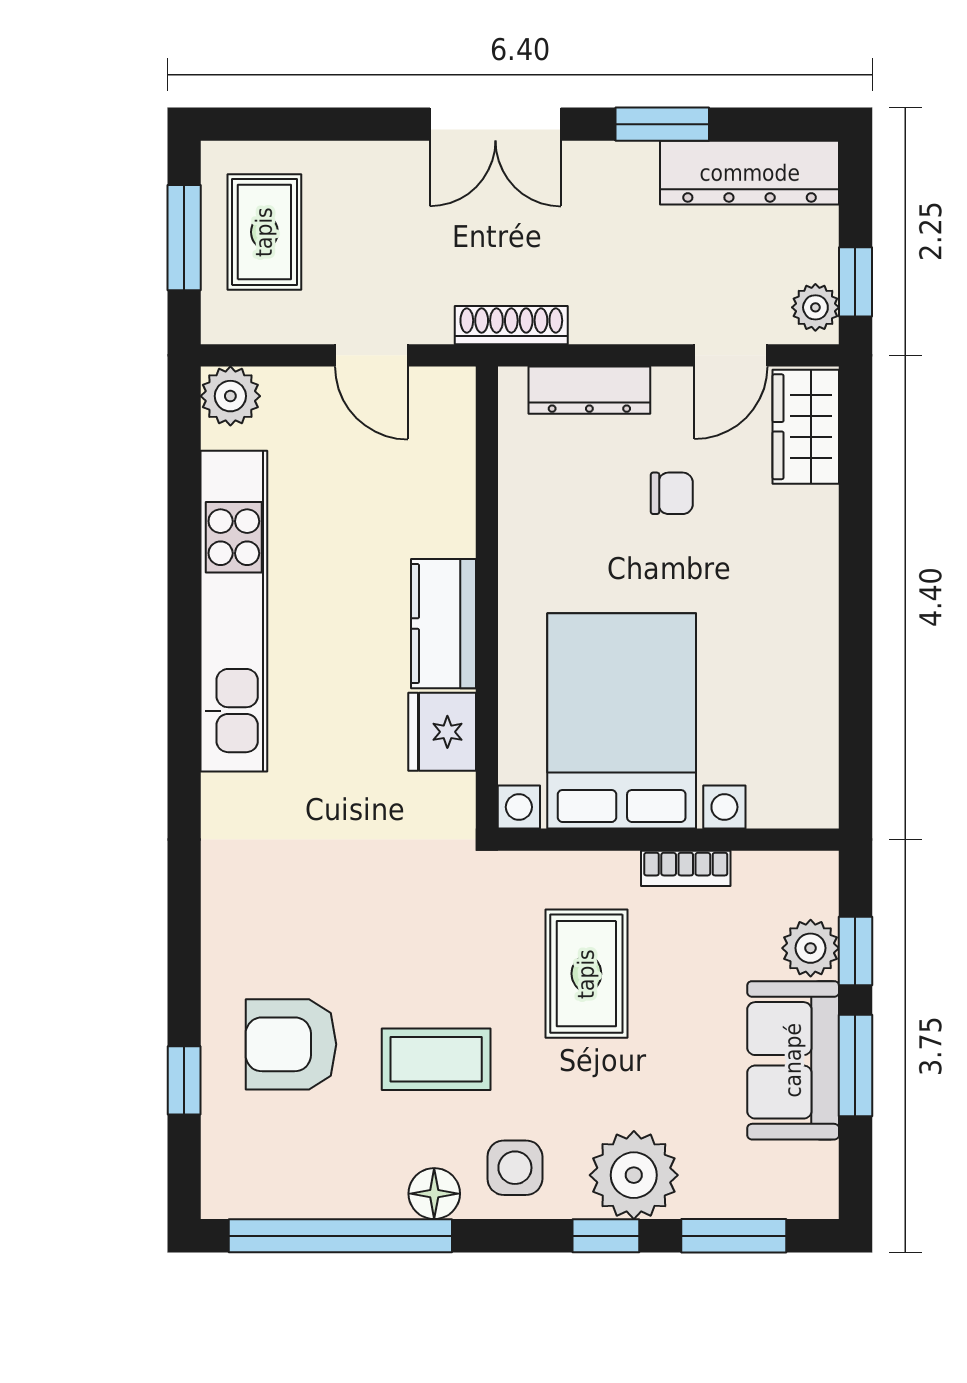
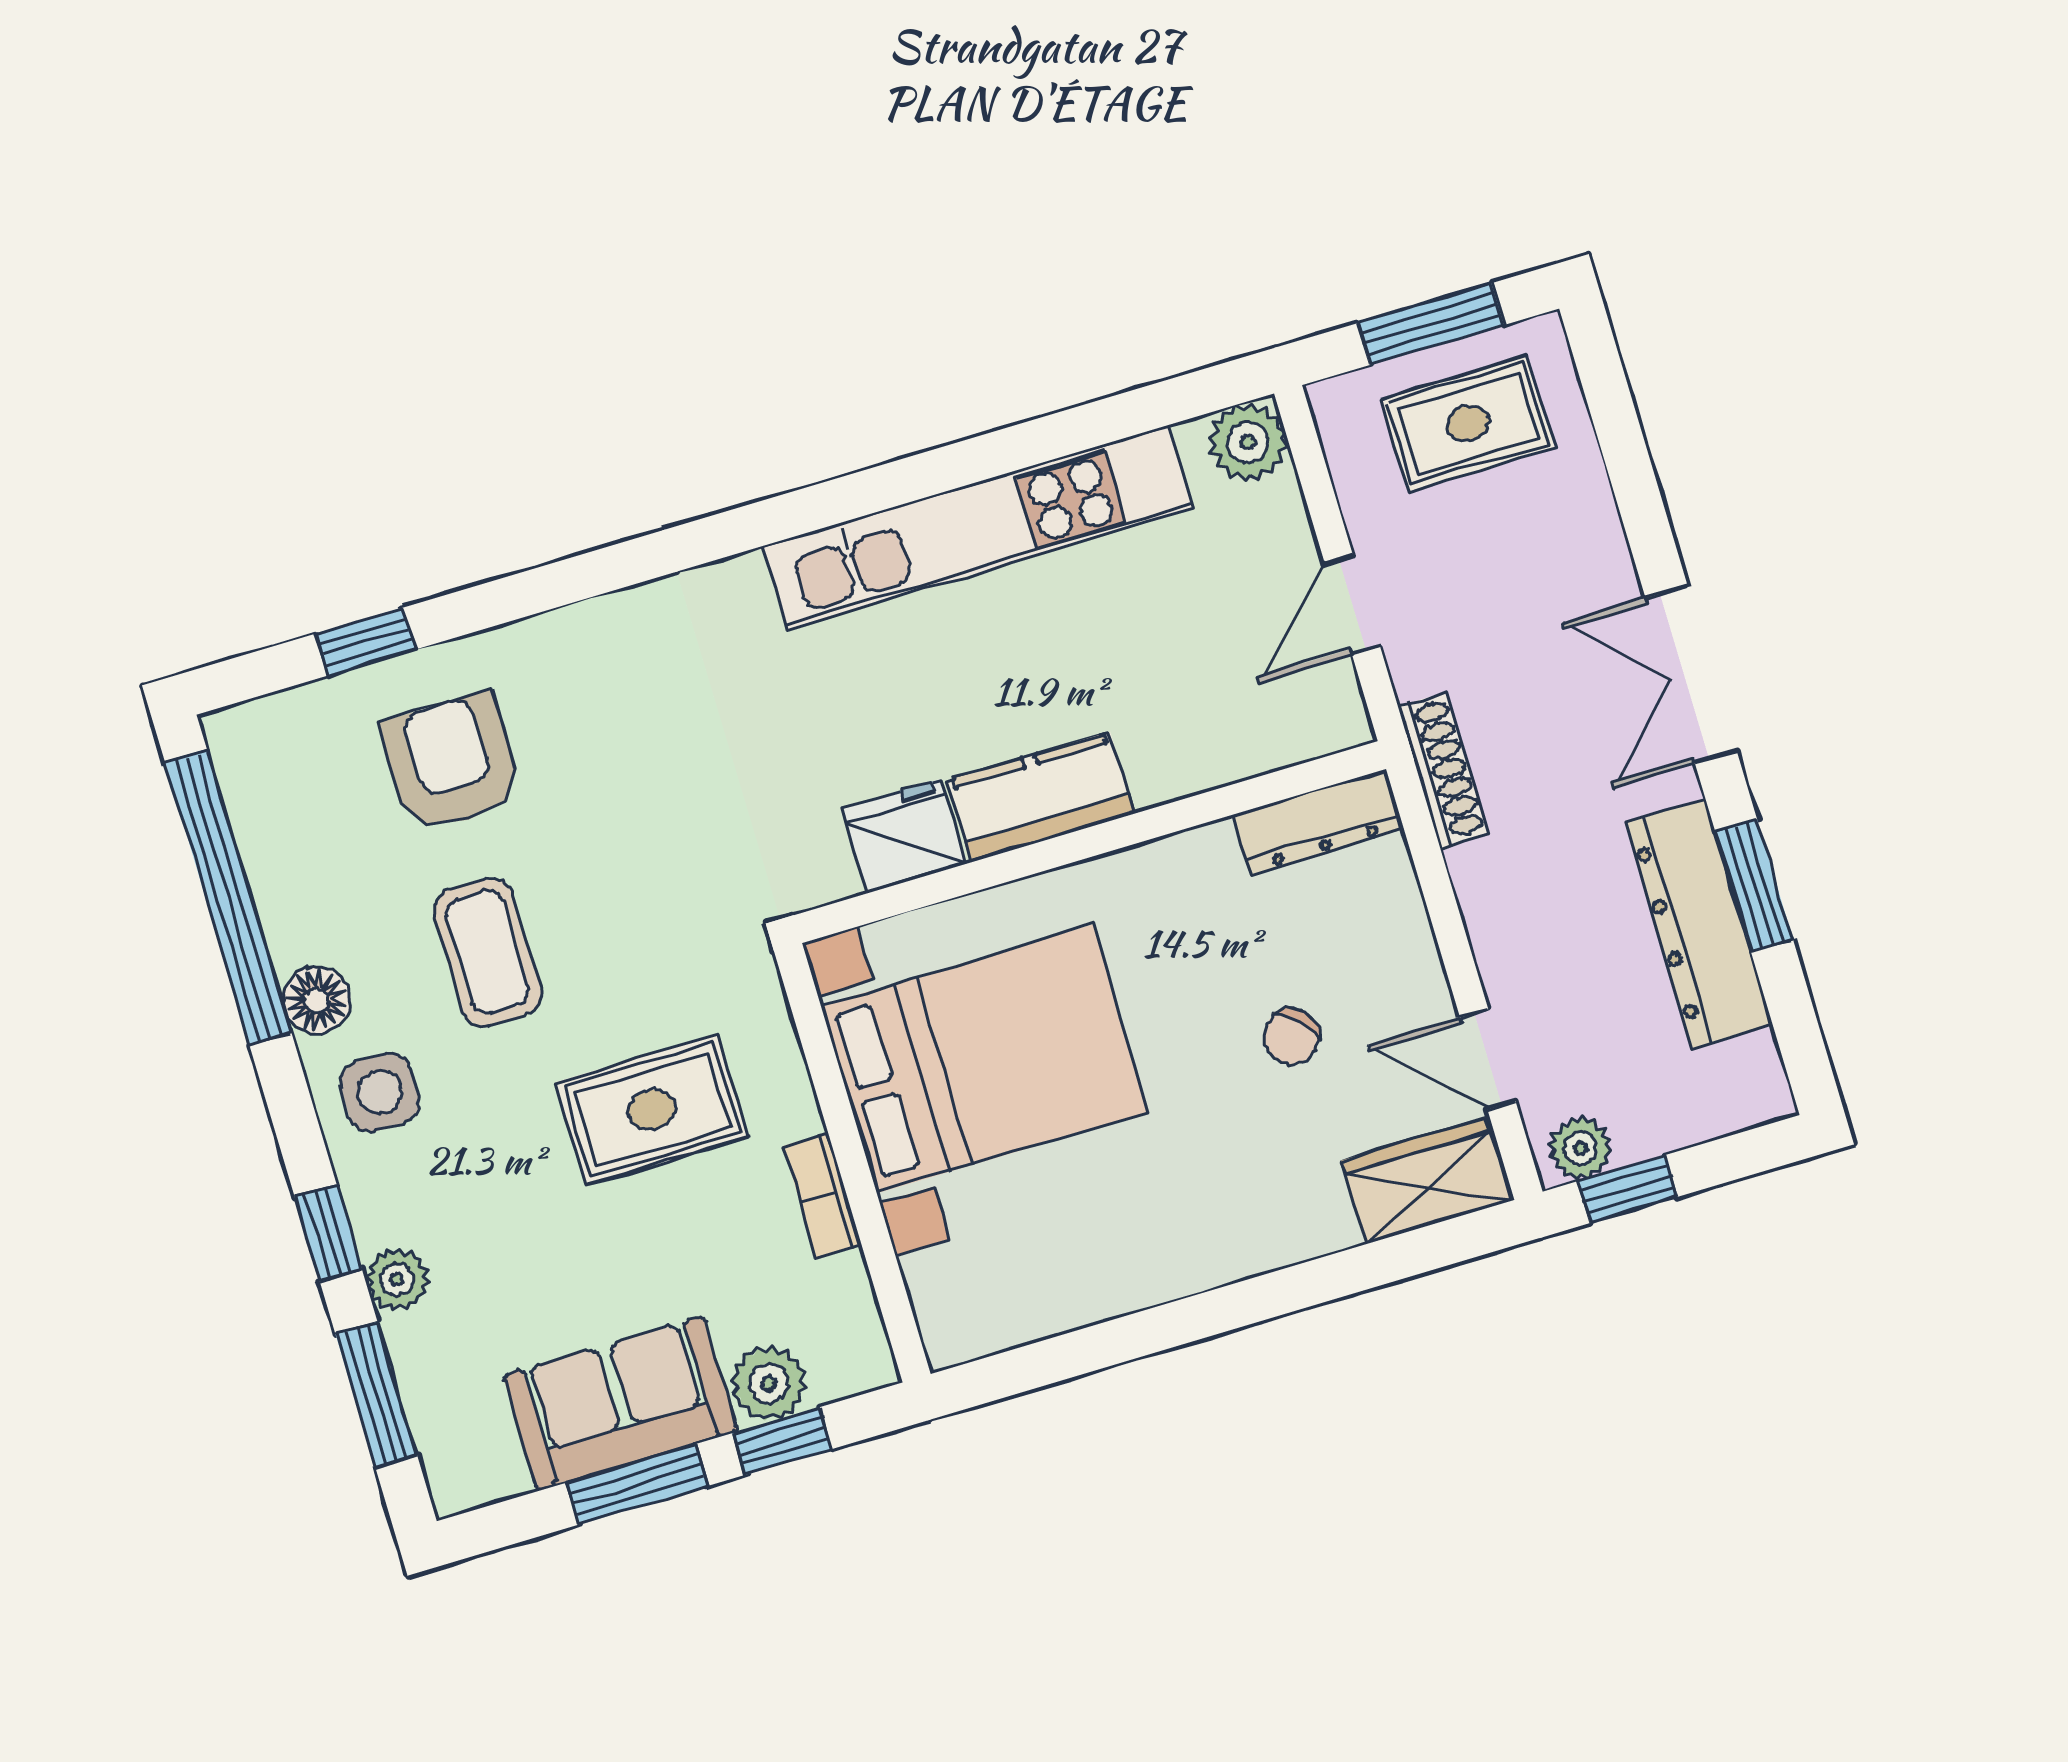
dresser: (750, 173) -> (1699, 924), moved
dresser: (589, 390) -> (1318, 822), moved, turned -90
chair: (672, 493) -> (1291, 1037), turned 46
plant: (634, 1175) -> (397, 1279), width x0.53, depth x0.53

